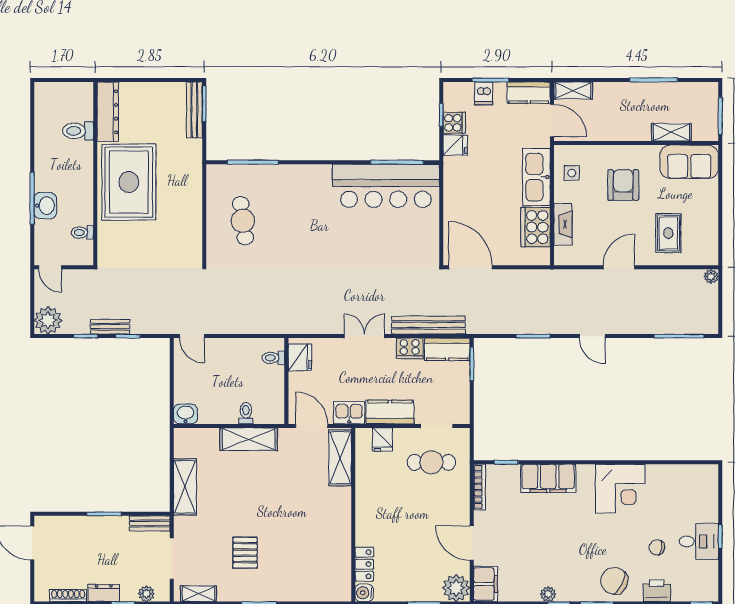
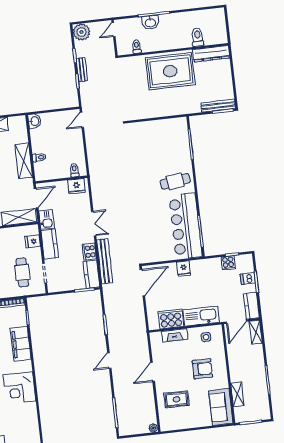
fridge: (455, 145) -> (184, 269), moved
cafe table: (243, 221) -> (175, 181), moved
door: (619, 267) -> (153, 372), swing flipped

